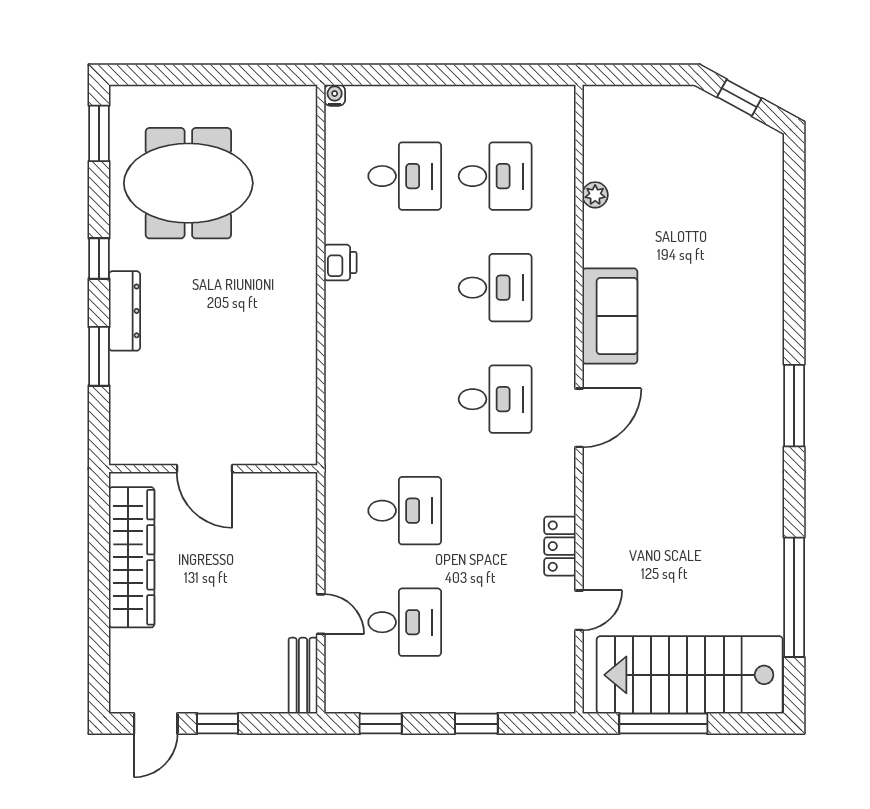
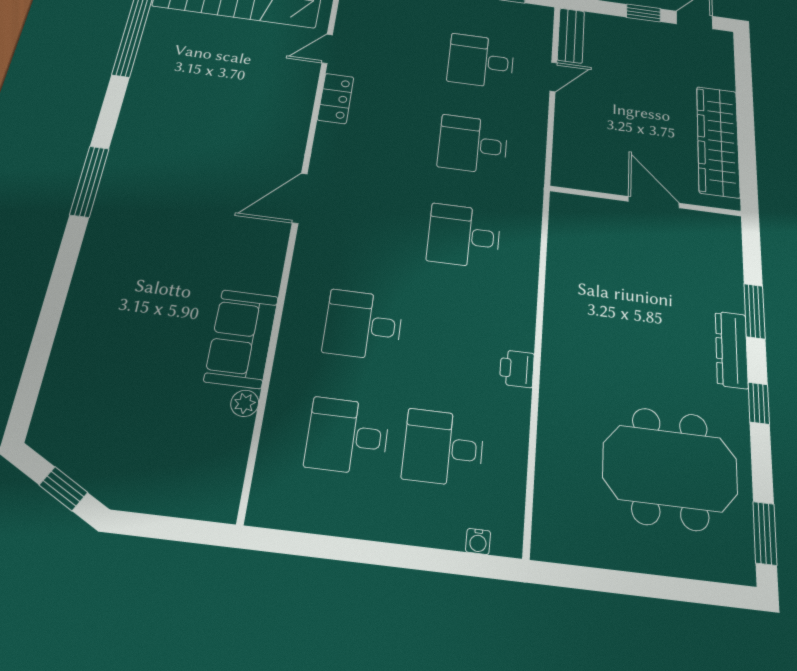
water cooler: (335, 95) -> (478, 541), moved
sofa: (610, 316) -> (242, 339), moved
desk: (495, 399) -> (464, 236), moved
door: (321, 614) -> (553, 77), swing flipped

